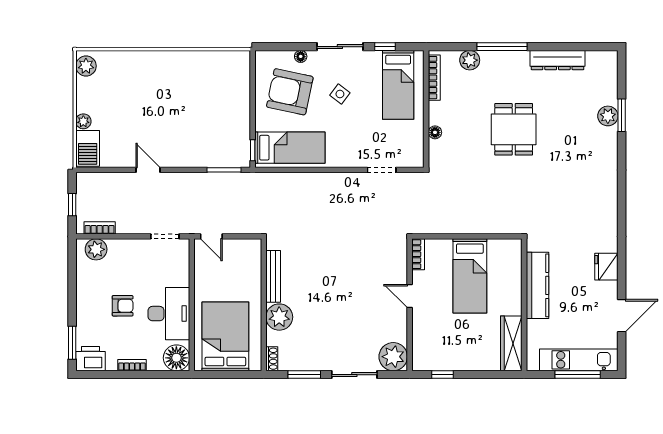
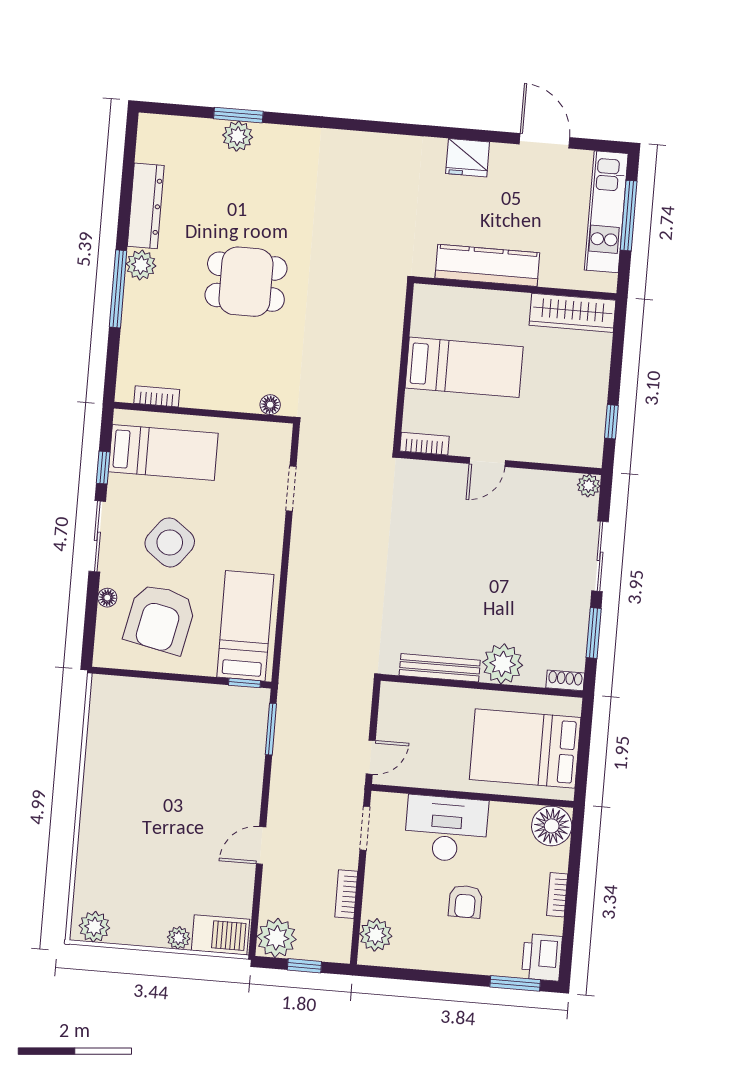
plant: (470, 60) -> (141, 265), moved
bookcase: (434, 78) -> (157, 396), width x0.64
side table: (340, 94) -> (170, 542), width x1.87, depth x1.87
floor lamp: (435, 132) -> (270, 405), moved
plant: (89, 185) -> (277, 938), added
bookcase: (100, 228) -> (346, 894), moved
armchair: (123, 306) -> (465, 902), turned 180
desk: (169, 314) -> (446, 829), moved
plant: (393, 357) -> (589, 486), width x0.53, depth x0.53

